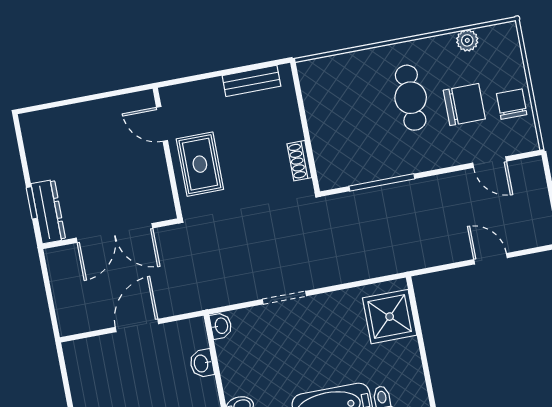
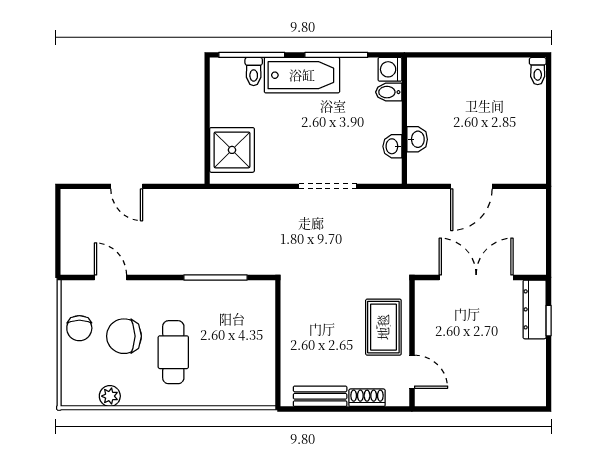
shoe rack: (299, 161) -> (367, 398), moved, turned -90
doorway: (284, 298) -> (328, 186), width x1.38
washbasin: (221, 326) -> (392, 146), moved

